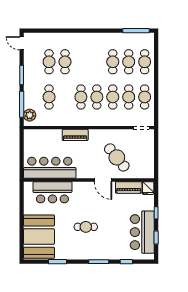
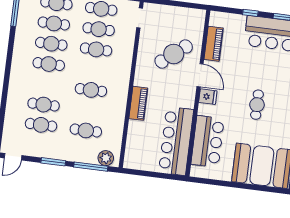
cafe table: (97, 97) -> (49, 64), moved
door: (103, 180) -> (200, 75), hinge flipped
fridge: (148, 188) -> (208, 97), moved

